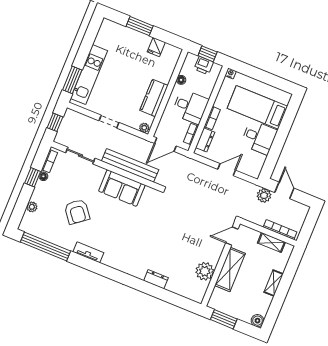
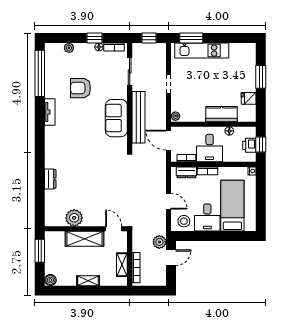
kitchen counter: (154, 98) -> (222, 114), moved
stool: (253, 162) -> (184, 221), added
armchair: (77, 212) -> (81, 88), turned 38

